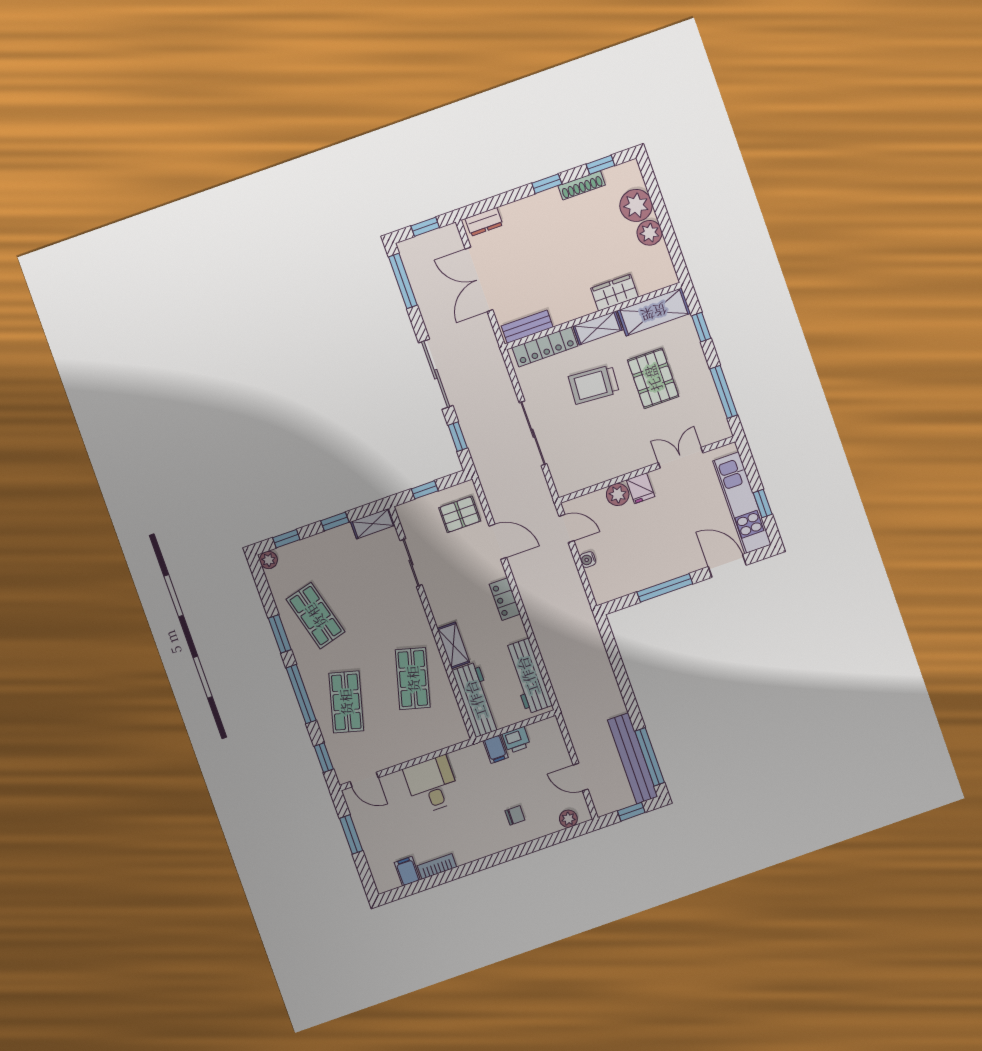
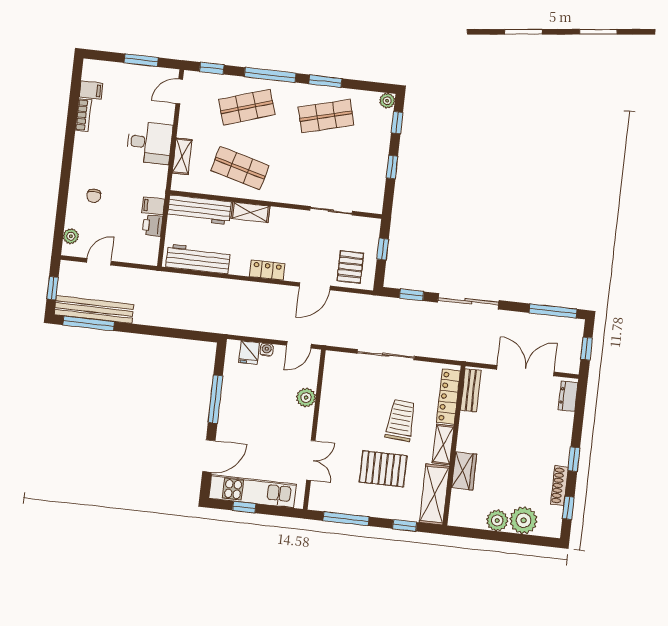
fridge: (640, 488) -> (249, 353), moved, turned -90
shelving: (373, 524) -> (182, 156), moved
shop shelf: (346, 702) -> (247, 107), turned -33

